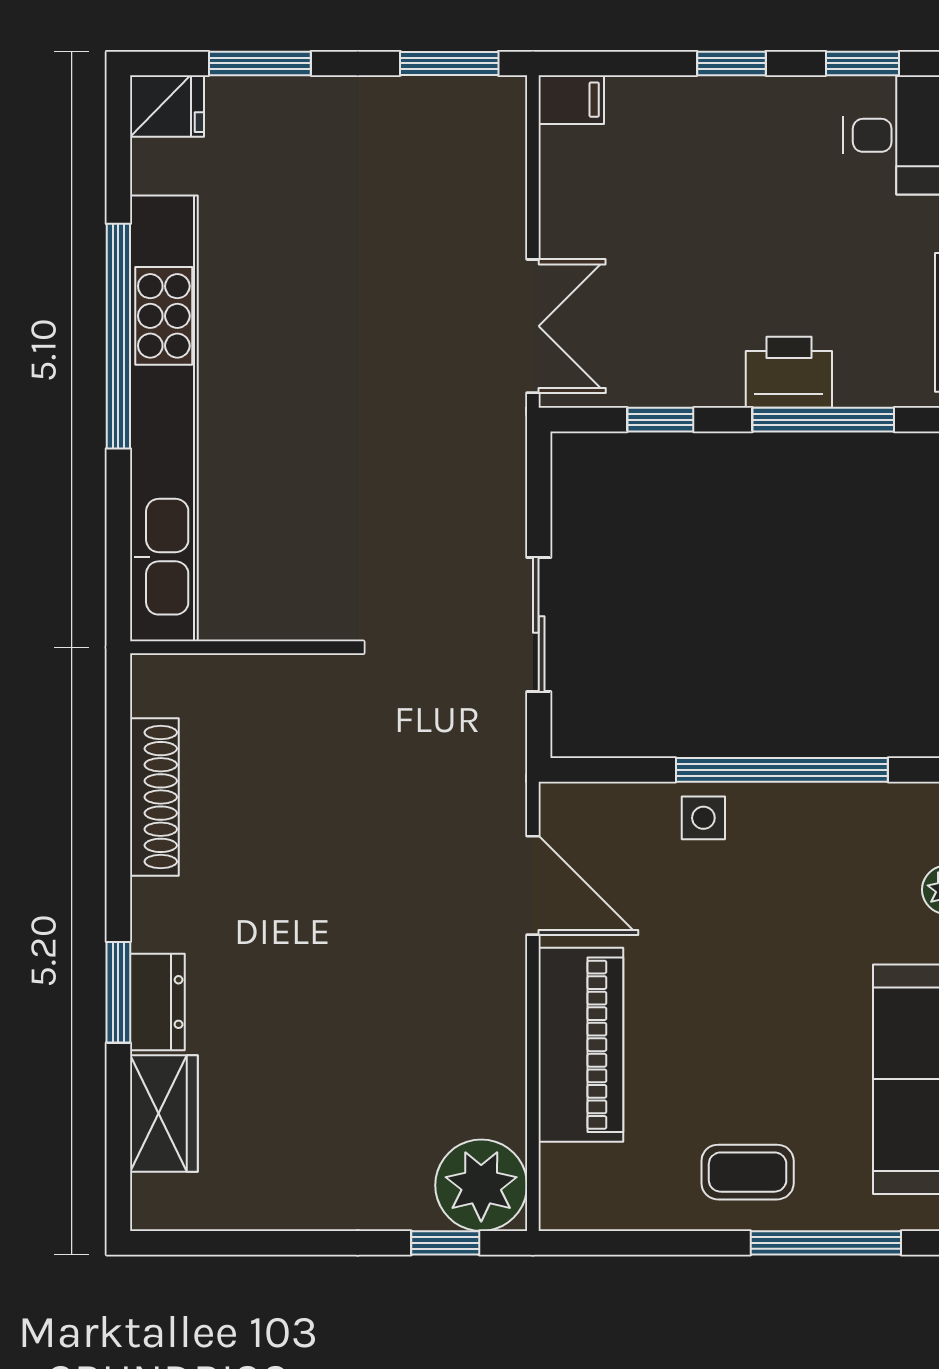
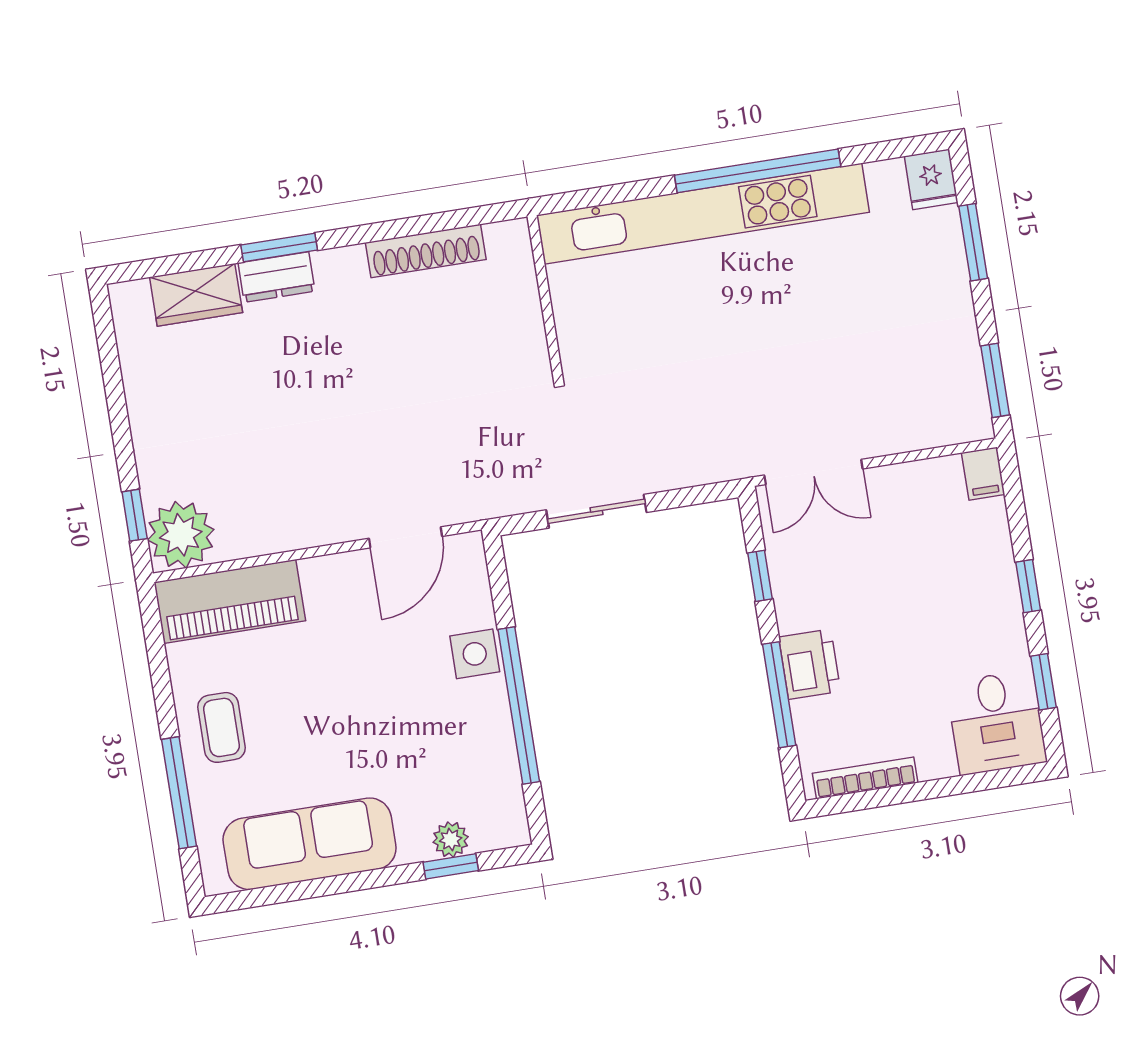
side table: (703, 818) -> (475, 654), width x1.37, depth x1.37
piano: (581, 1045) -> (230, 601), moved

